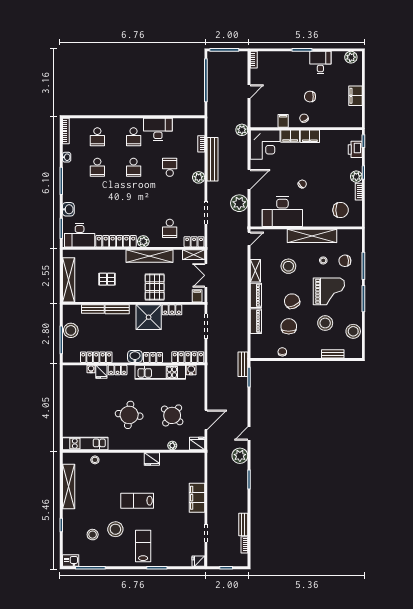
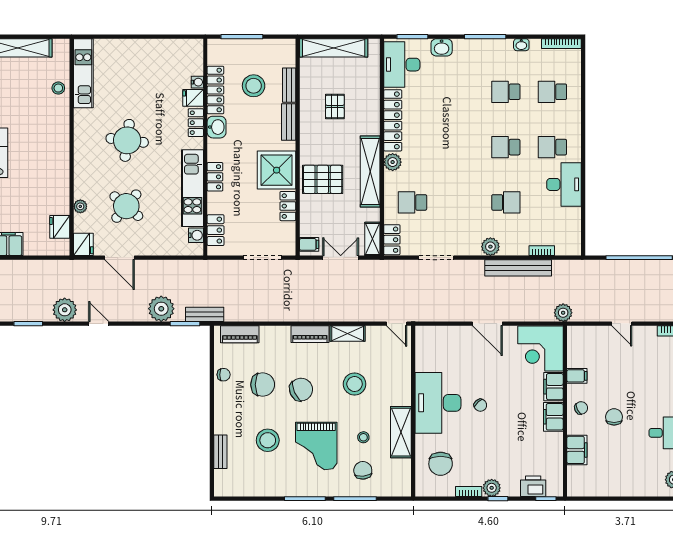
filing cabinet: (356, 96) -> (577, 450), moved, turned 90
plant: (239, 203) -> (161, 309), moved
desk: (282, 212) -> (438, 403), moved
shelving: (312, 236) -> (401, 432), width x0.68
piano: (256, 321) -> (240, 334), moved
stool: (71, 330) -> (254, 86), moved
stool: (353, 331) -> (255, 483), removed
washbasin: (135, 356) -> (217, 127), moved
locker: (188, 357) -> (216, 230), width x0.66
fridge: (152, 459) -> (60, 227), moved

